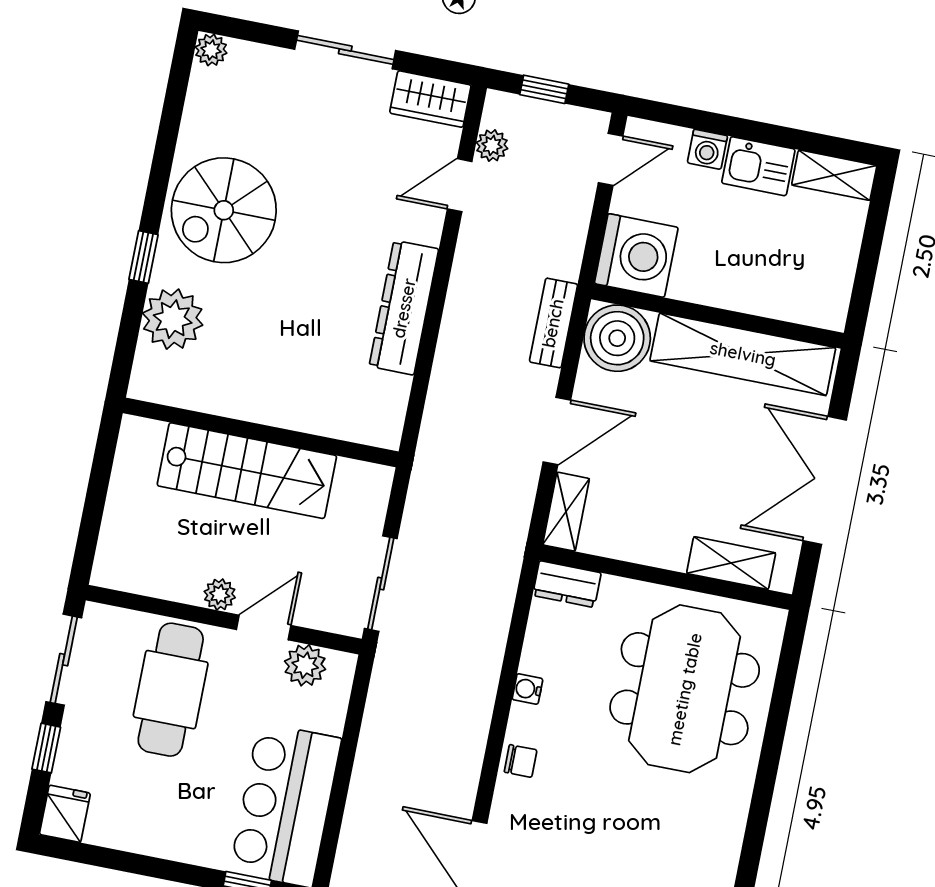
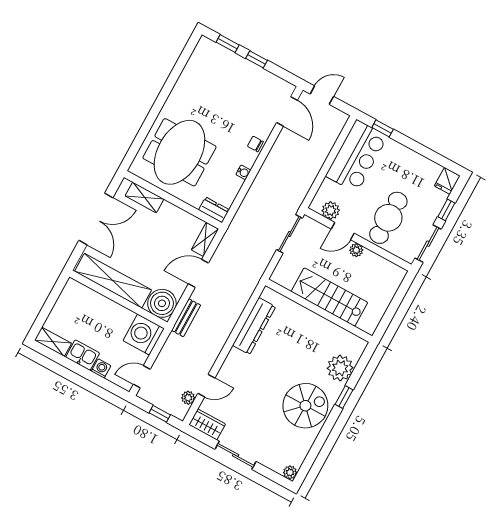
dresser: (404, 308) -> (254, 326), moved

